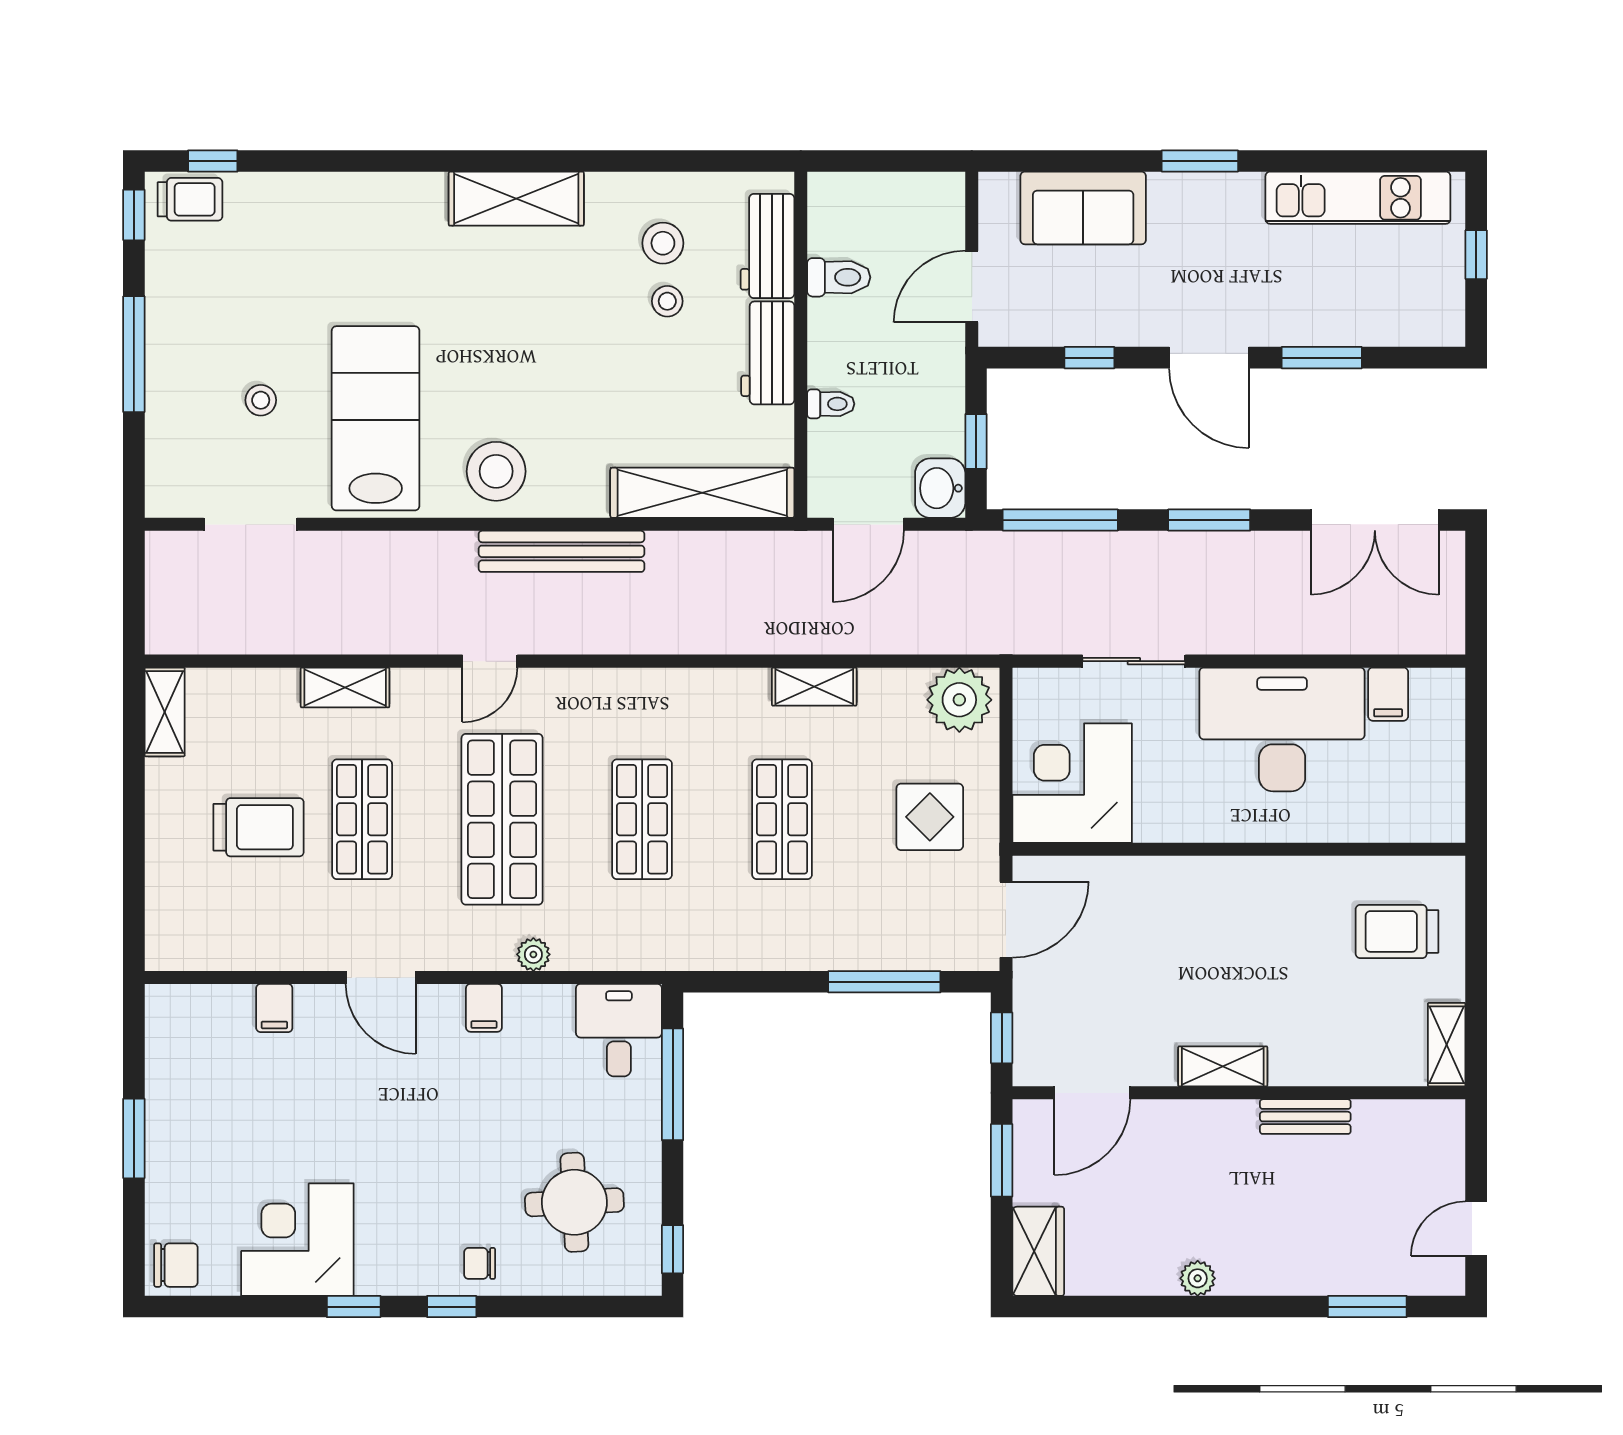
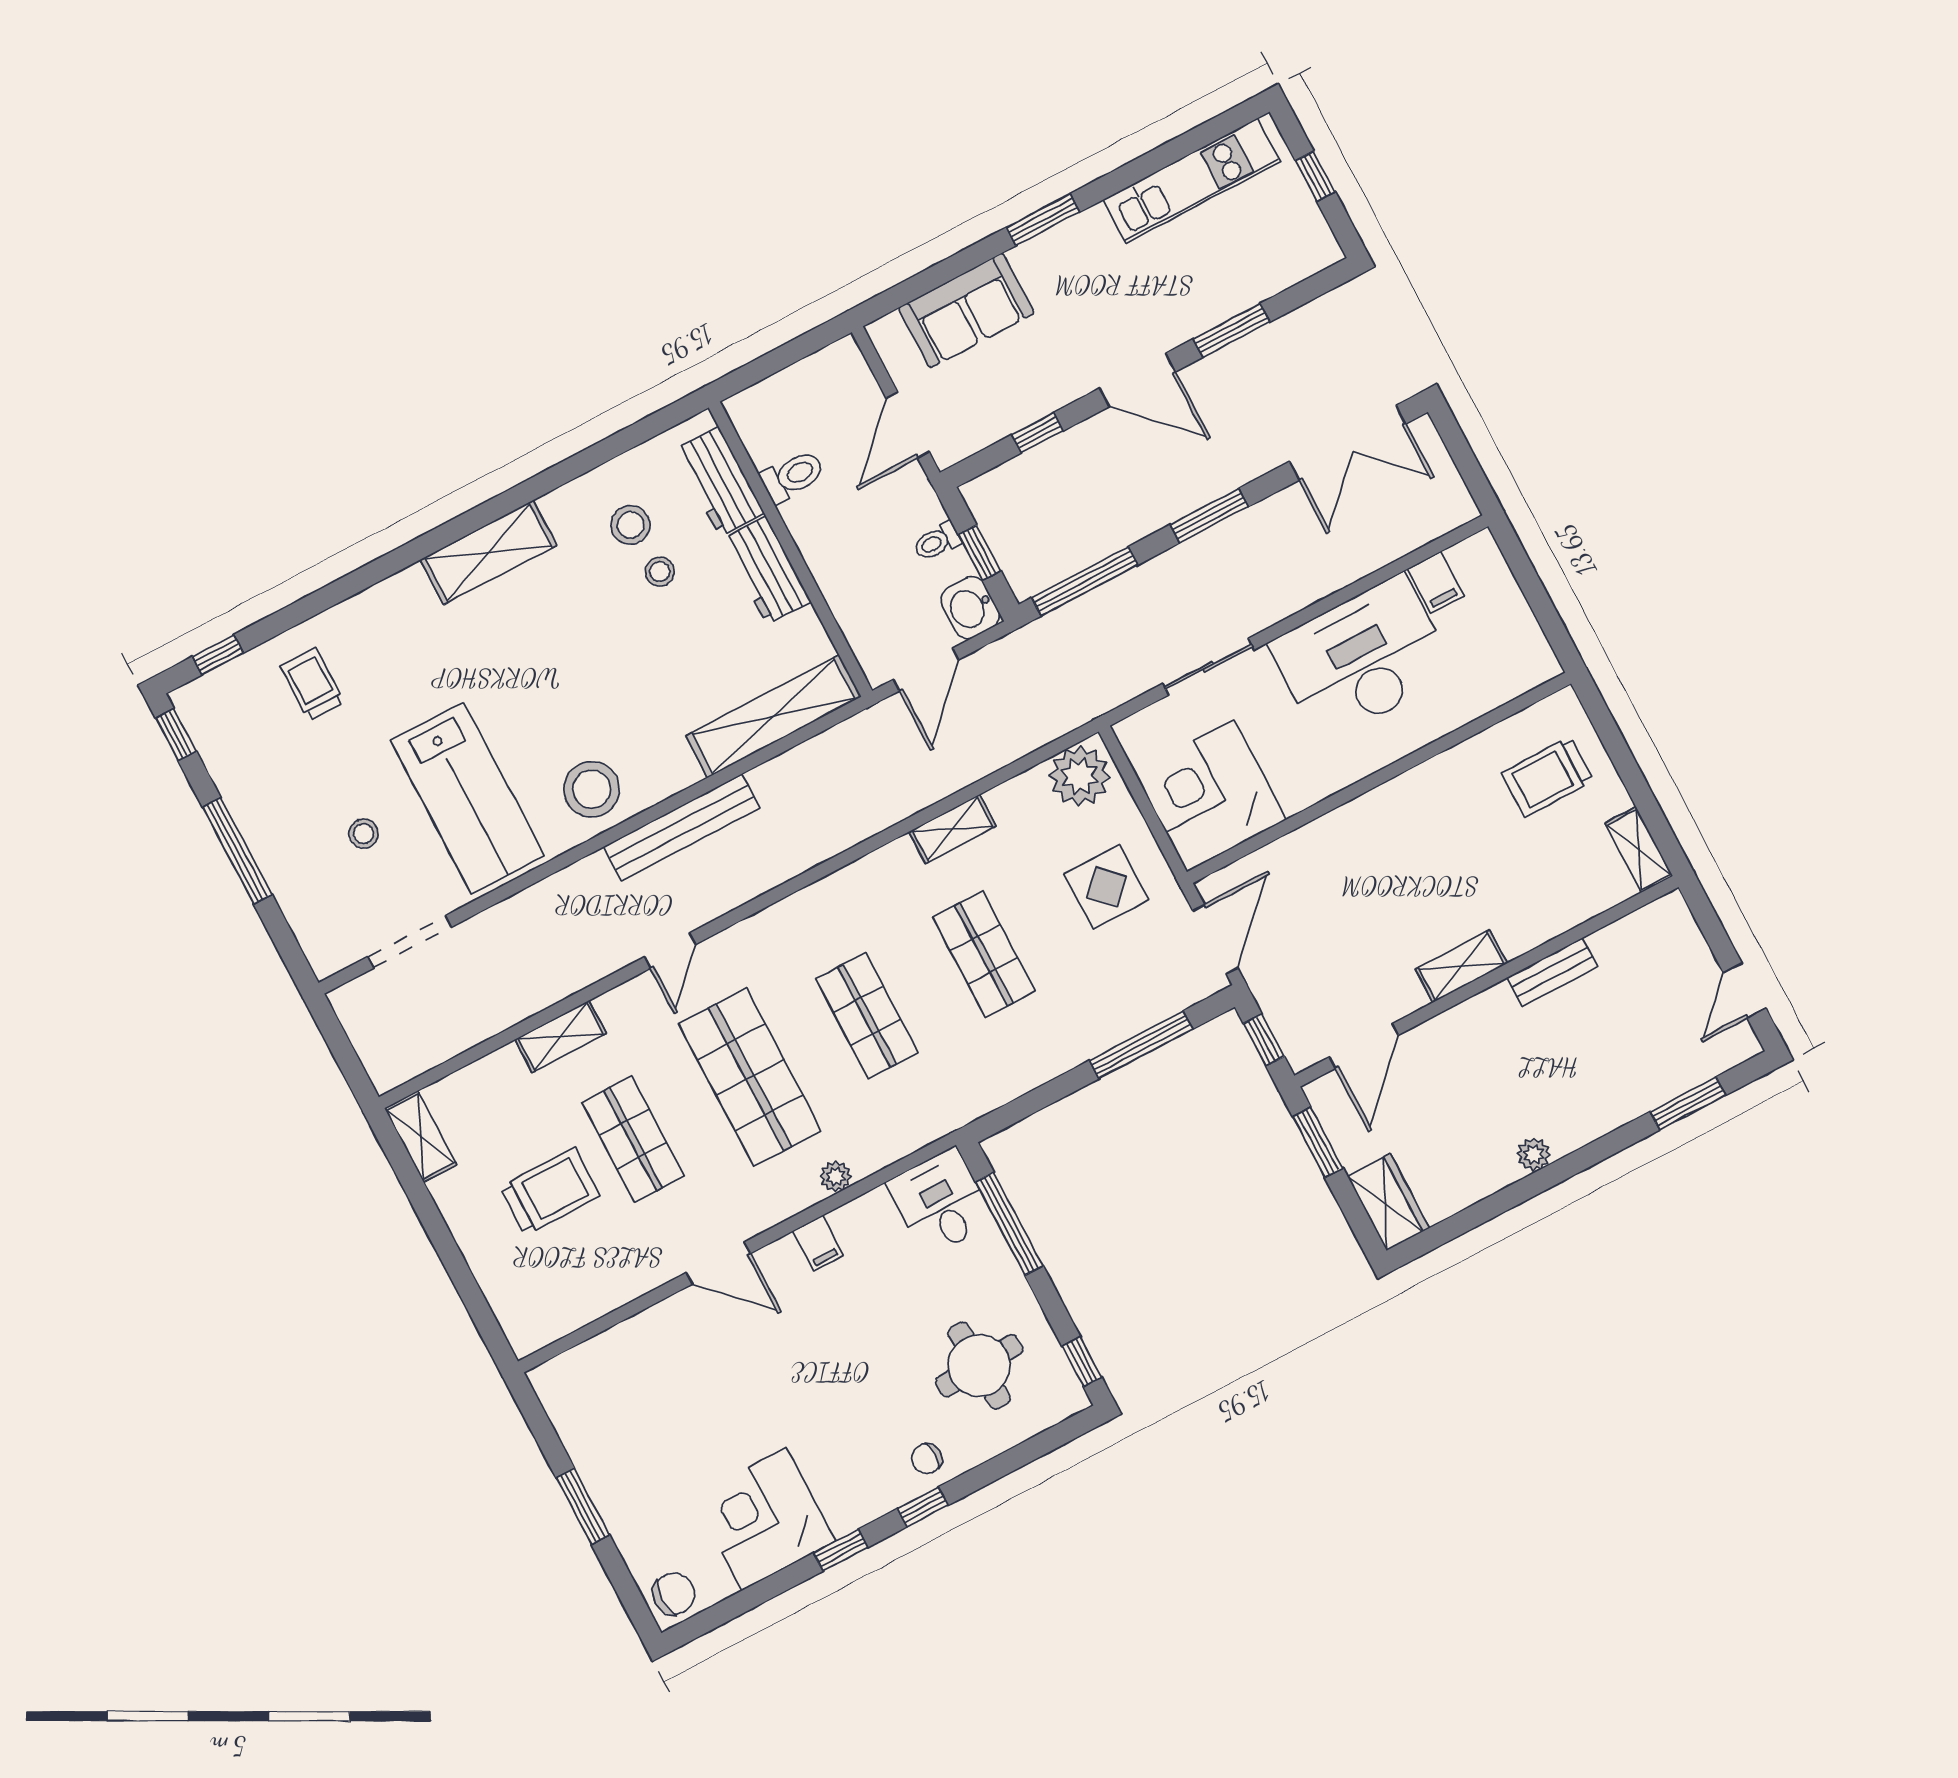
trolley: (190, 199) -> (312, 684), moved, turned -90
toilet: (831, 404) -> (937, 541), moved, turned 180
lab bench: (376, 418) -> (468, 798), turned 180
filing cabinet: (274, 1008) -> (643, 1336), removed

